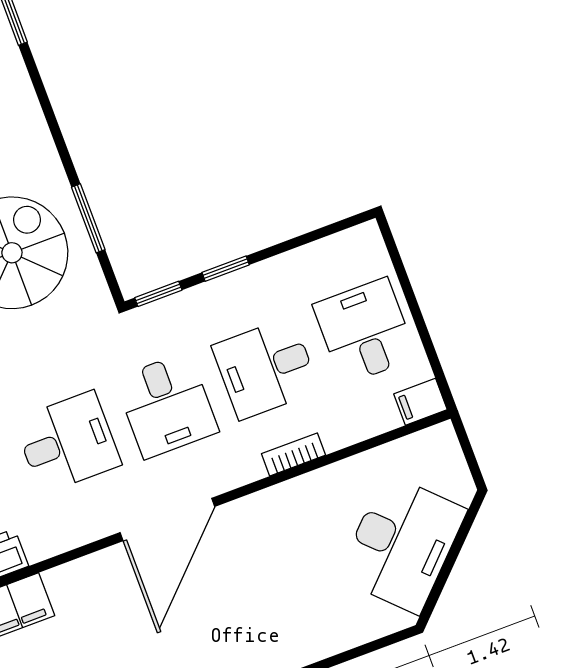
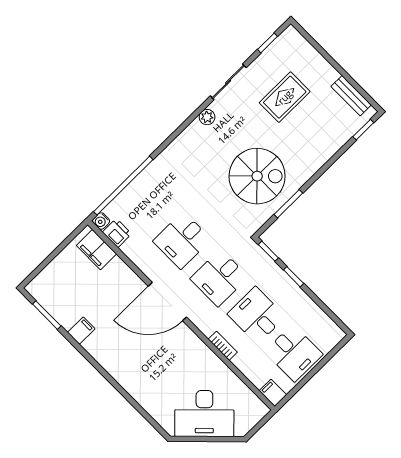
desk: (365, 331) -> (294, 353), turned 90
desk: (67, 442) -> (182, 240), turned 90

